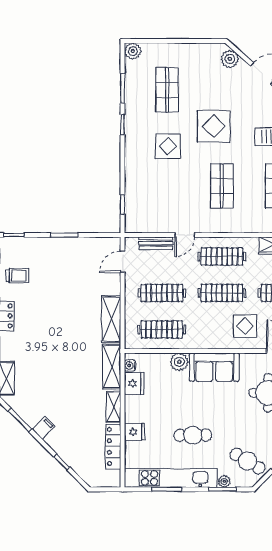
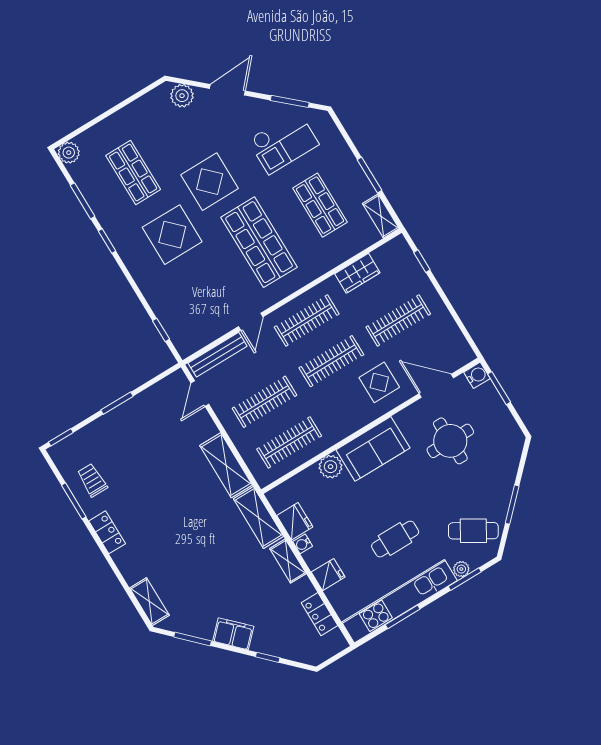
display table: (168, 146) -> (172, 235), width x1.36, depth x1.36
shop shelf: (222, 186) -> (259, 242), width x1.43, depth x1.36
bench: (156, 243) -> (218, 355), width x1.36
trolley: (17, 276) -> (92, 480), turned -90
water cooler: (130, 365) -> (303, 544), moved
filing cabinet: (44, 428) -> (233, 634), width x2.00
locker: (113, 447) -> (319, 614), width x0.66

